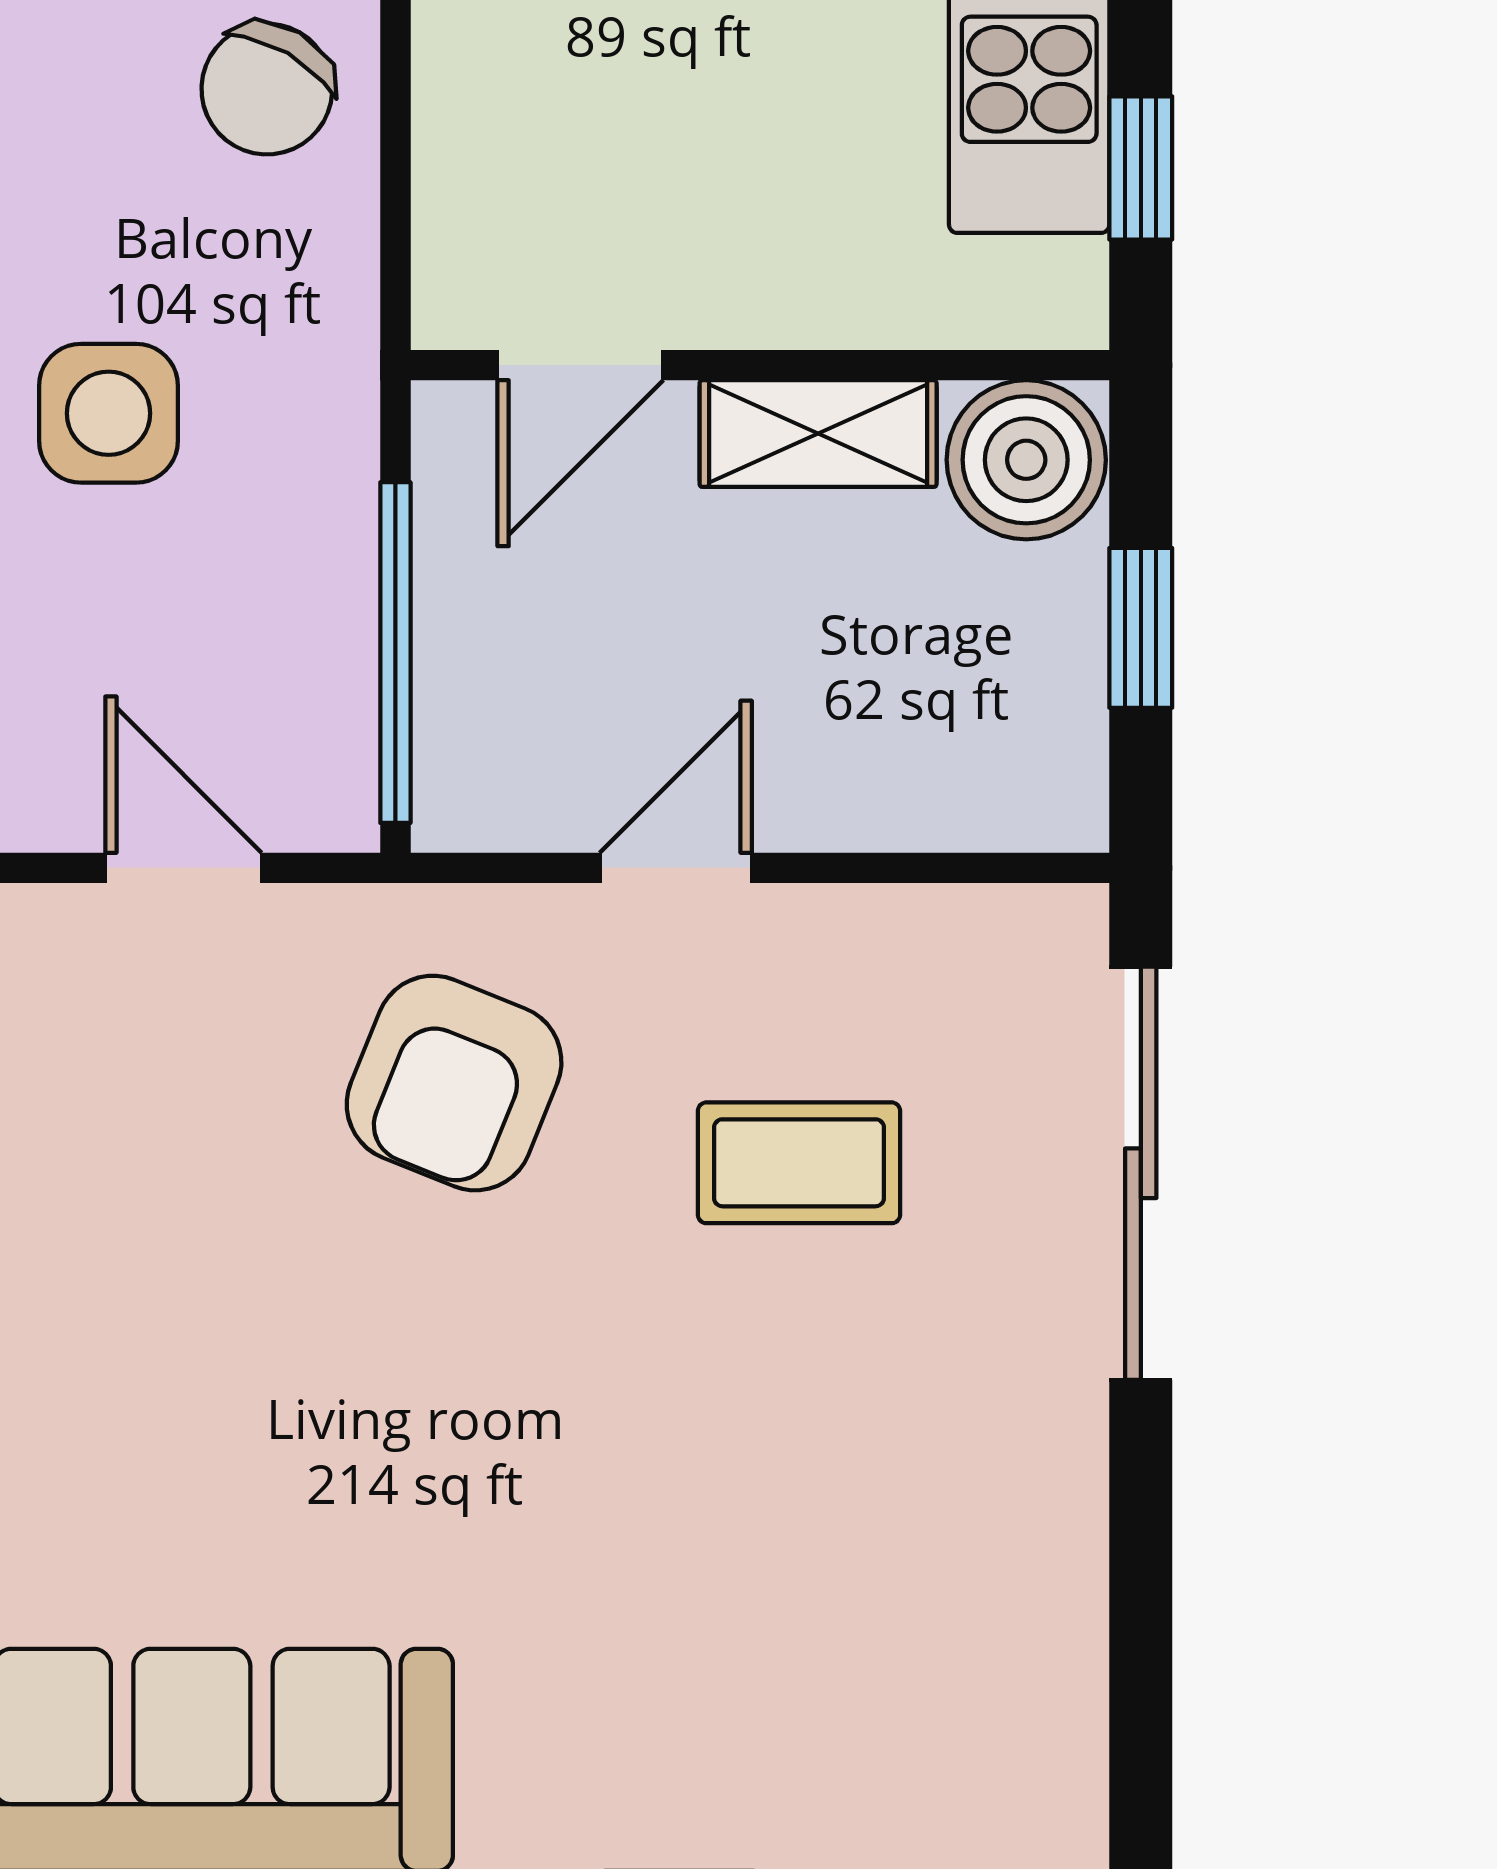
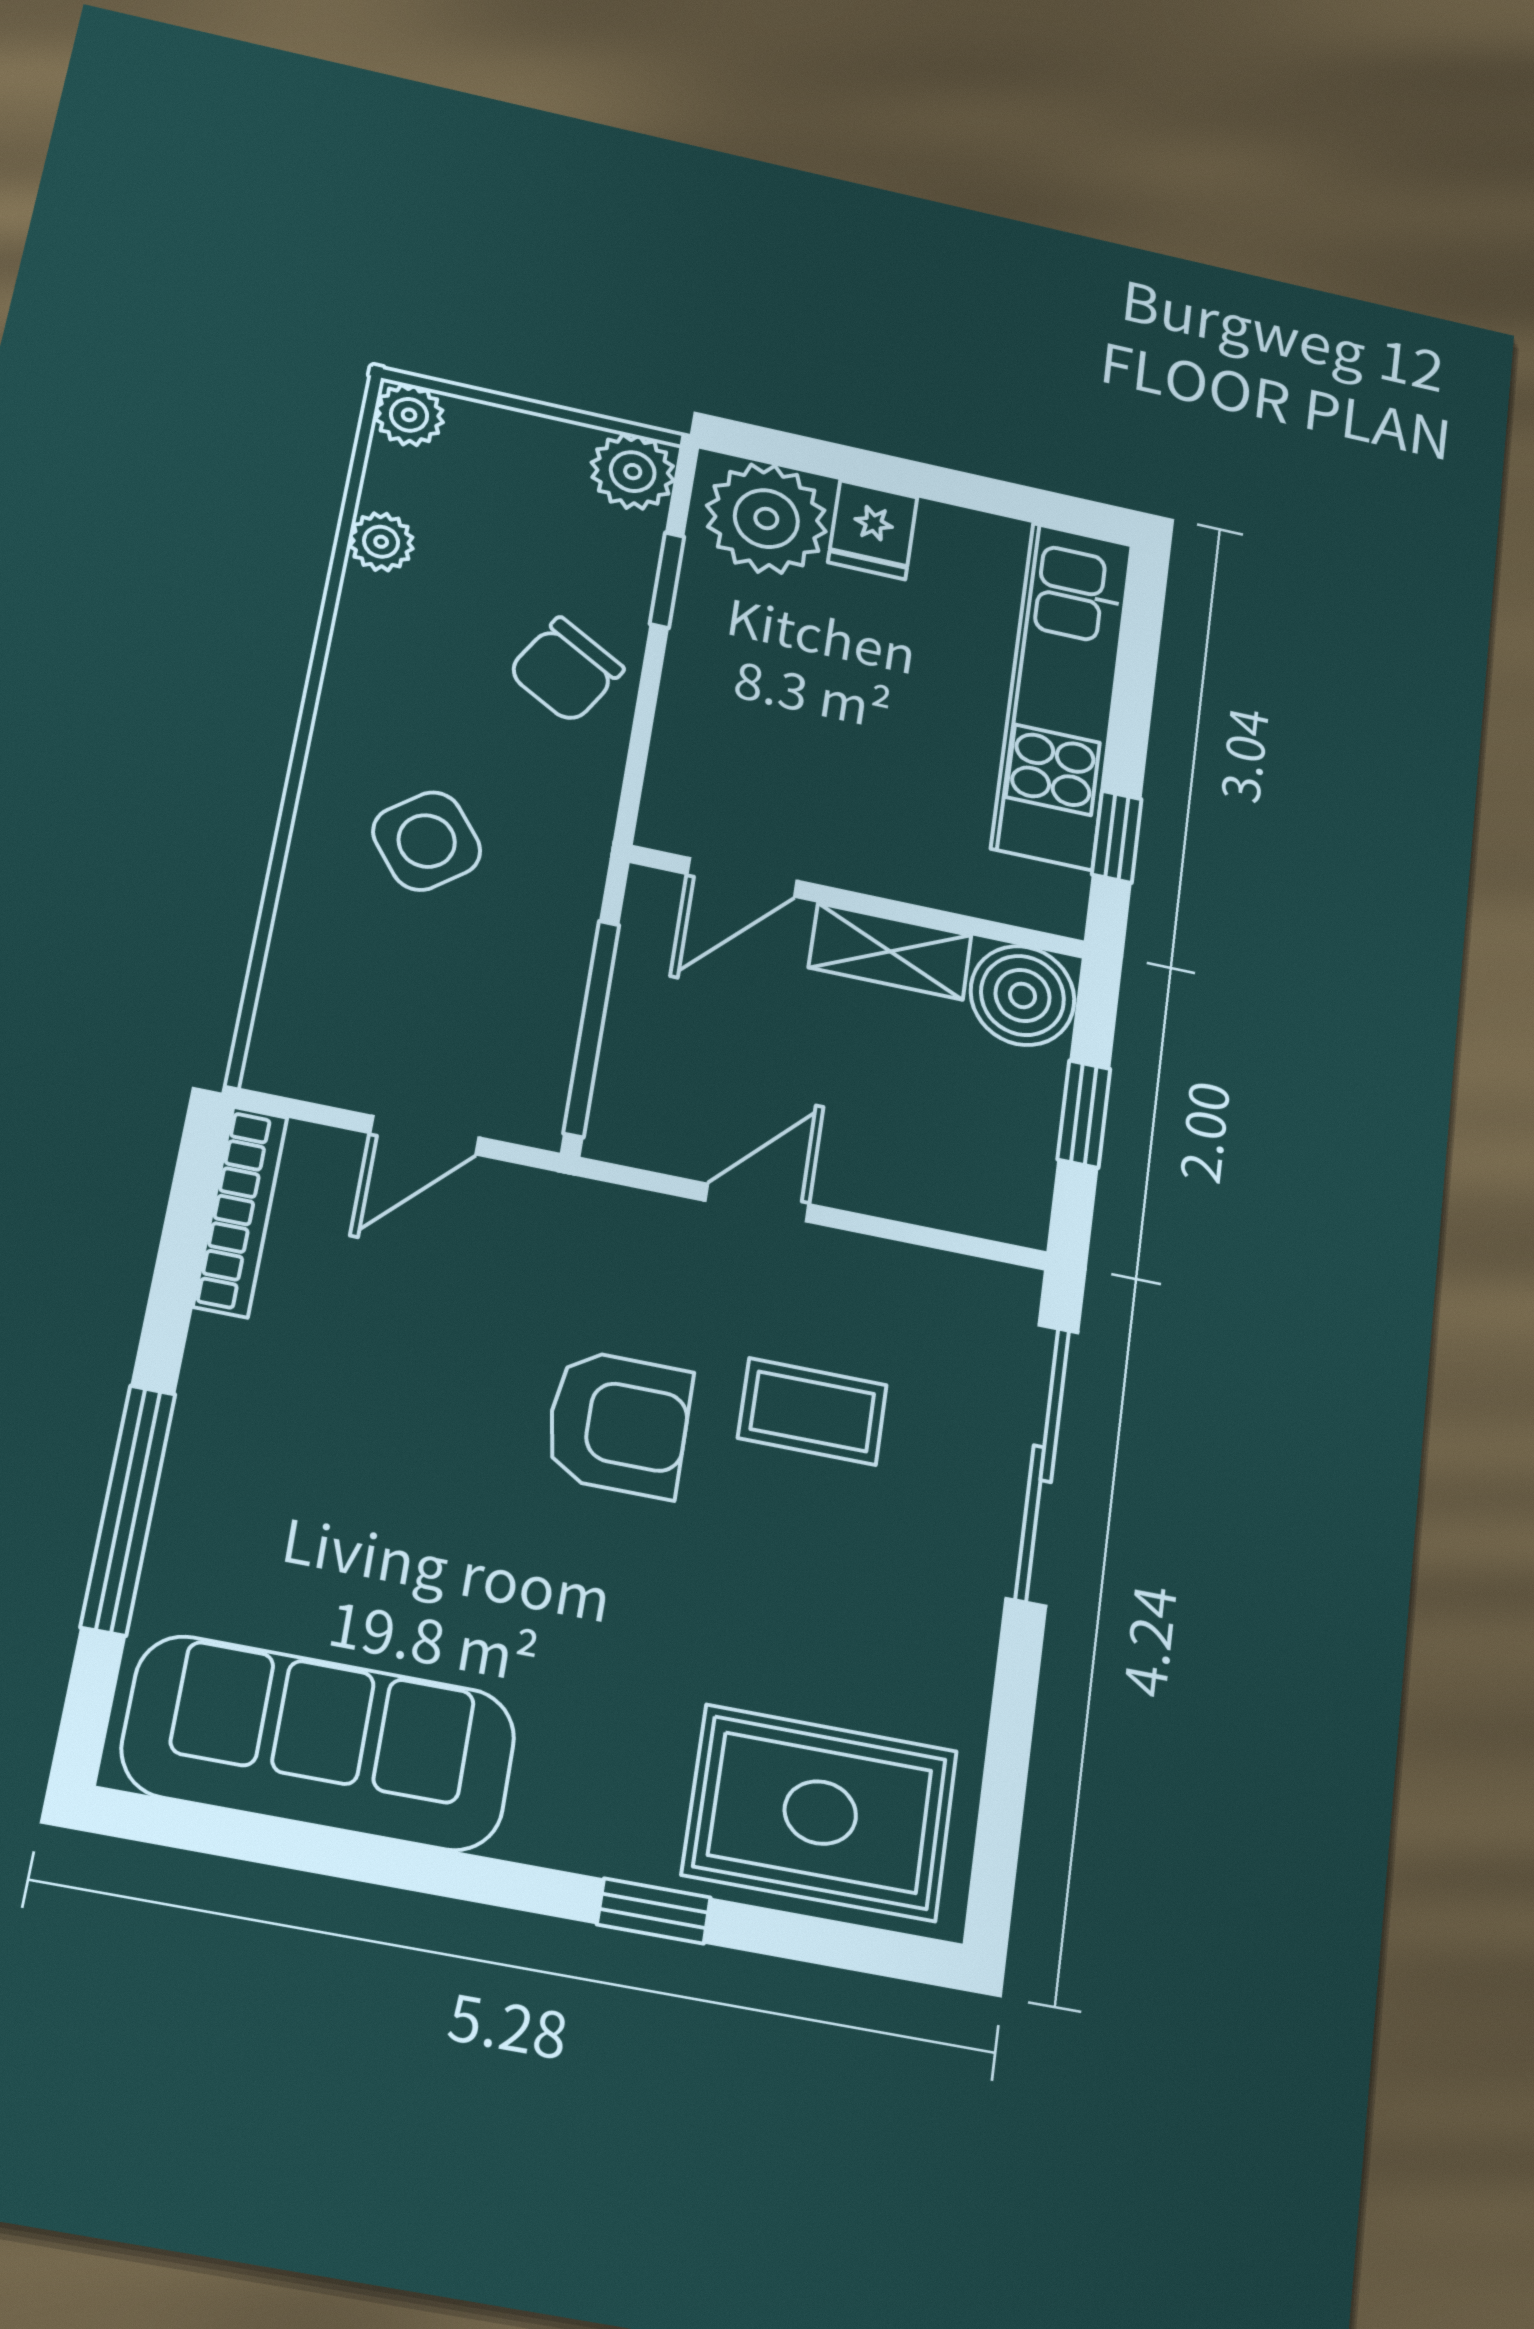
side table: (109, 413) -> (427, 841), turned -38
door: (183, 868) -> (424, 1135), swing flipped
armchair: (454, 1083) -> (618, 1424), moved, turned -112
rug: (888, 1728) -> (820, 1813), added

